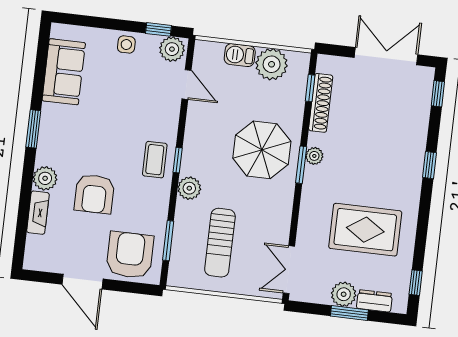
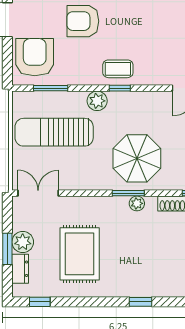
sun lounger: (220, 243) -> (54, 132), width x1.36, depth x1.34
armchair: (130, 255) -> (35, 57), turned -90

